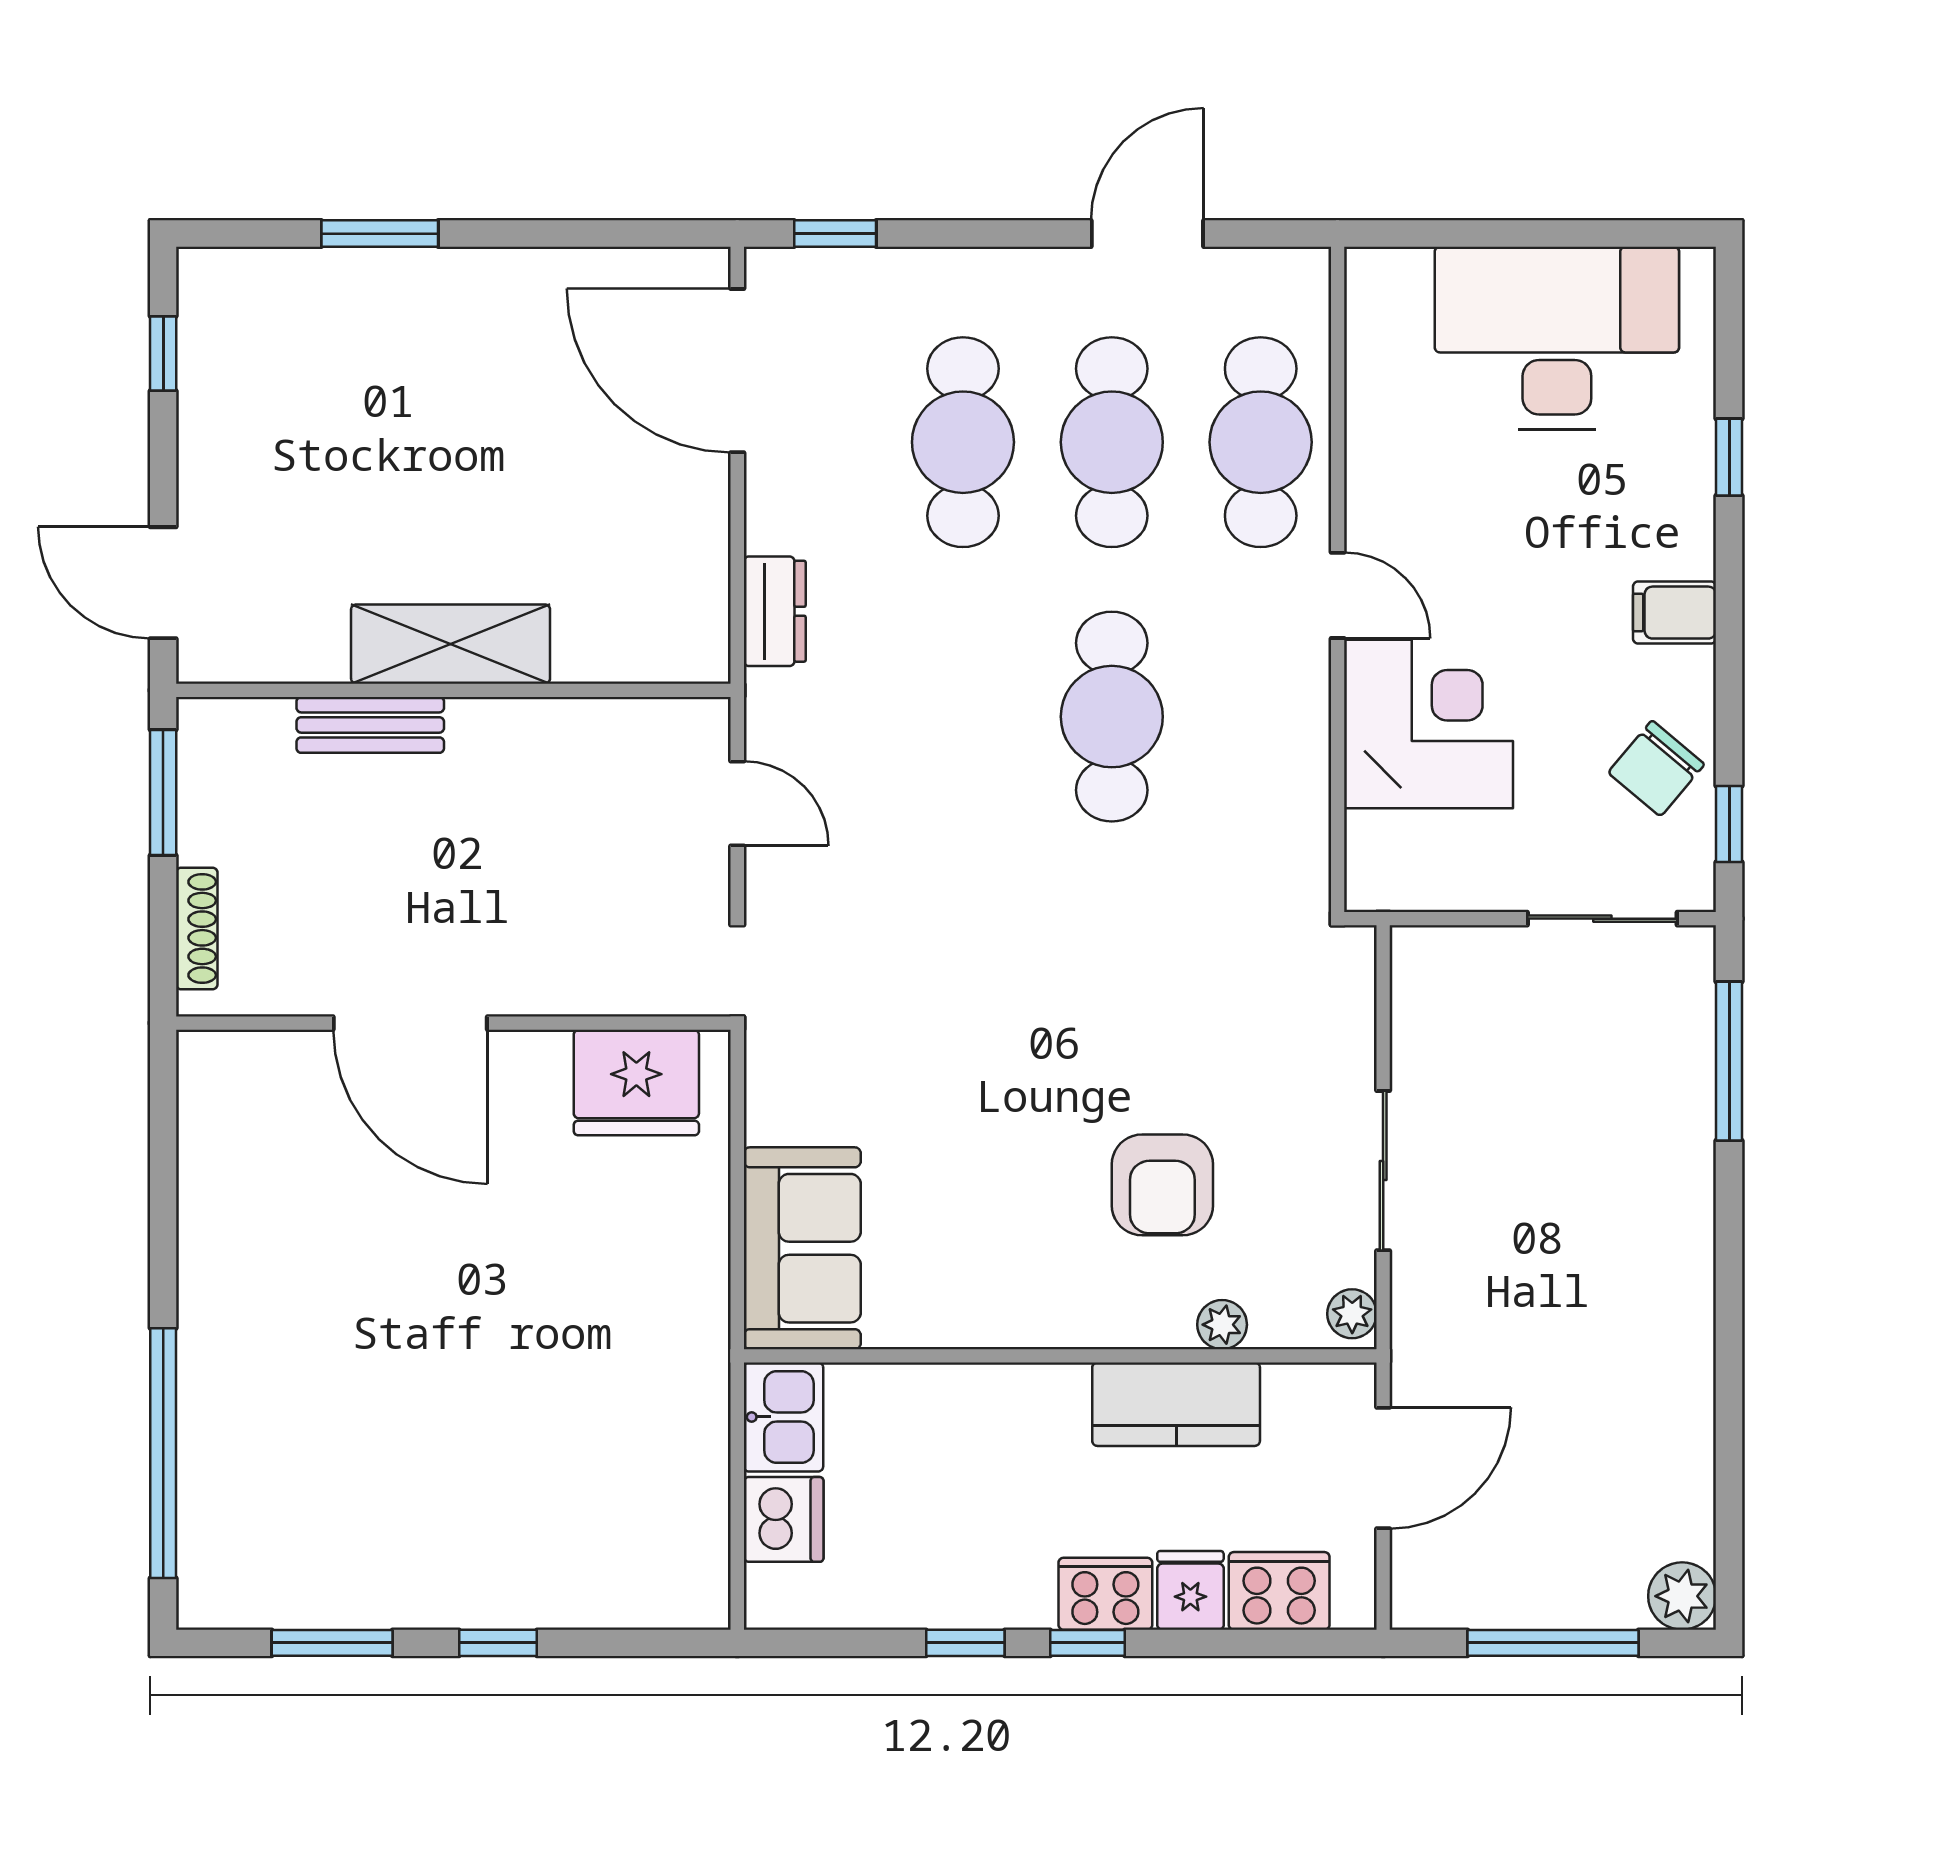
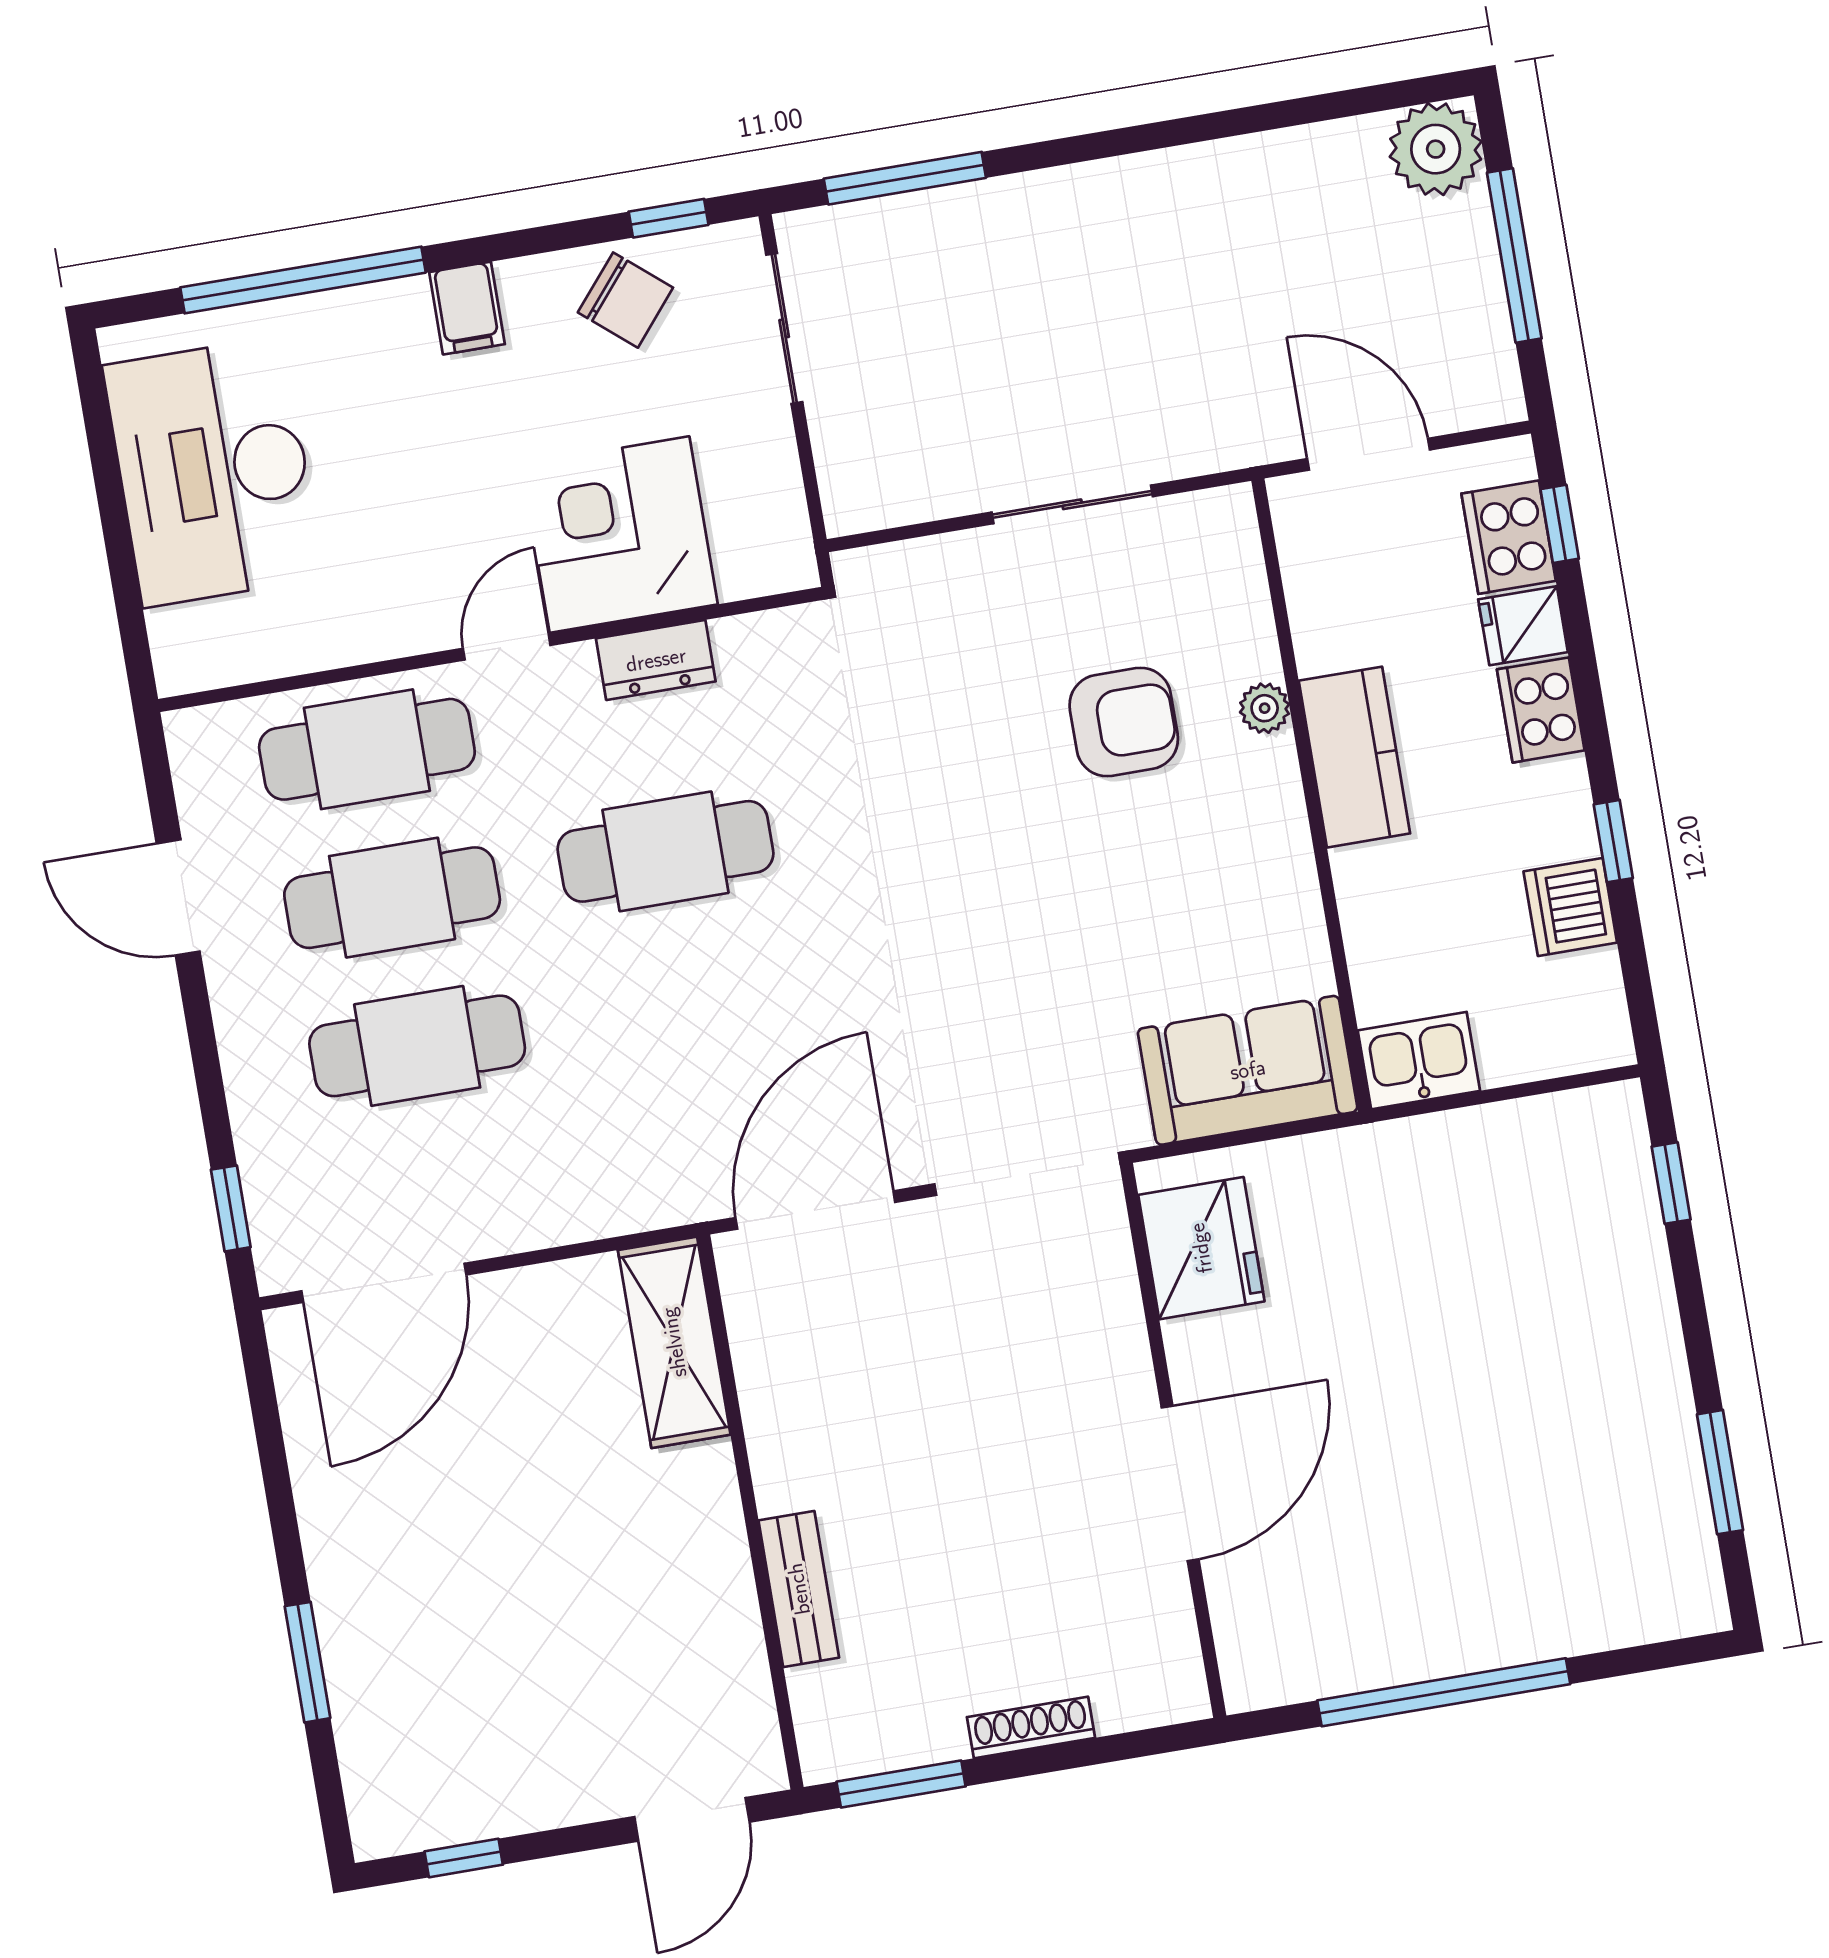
window: (1729, 457) -> (303, 280), width x3.17
dresser: (775, 611) -> (656, 660), moved, turned 180
shelving: (451, 644) -> (674, 1342), moved
door: (737, 803) -> (815, 1210), width x1.87
door: (410, 1023) -> (1180, 1483), moved
wall: (453, 1023) -> (1173, 1440), moved
fridge: (636, 1082) -> (1201, 1248), moved
plant: (1352, 1314) -> (1220, 511), removed
plant: (1222, 1325) -> (1265, 708), moved
kitchen counter: (1176, 1404) -> (1354, 757), moved
window: (163, 1453) -> (1444, 1692), moved
dishwasher: (784, 1519) -> (1570, 907), moved, turned -90
plant: (1682, 1596) -> (1436, 149), width x1.36, depth x1.36
window: (498, 1643) -> (1671, 1183), moved
window: (1088, 1643) -> (1560, 524), moved

